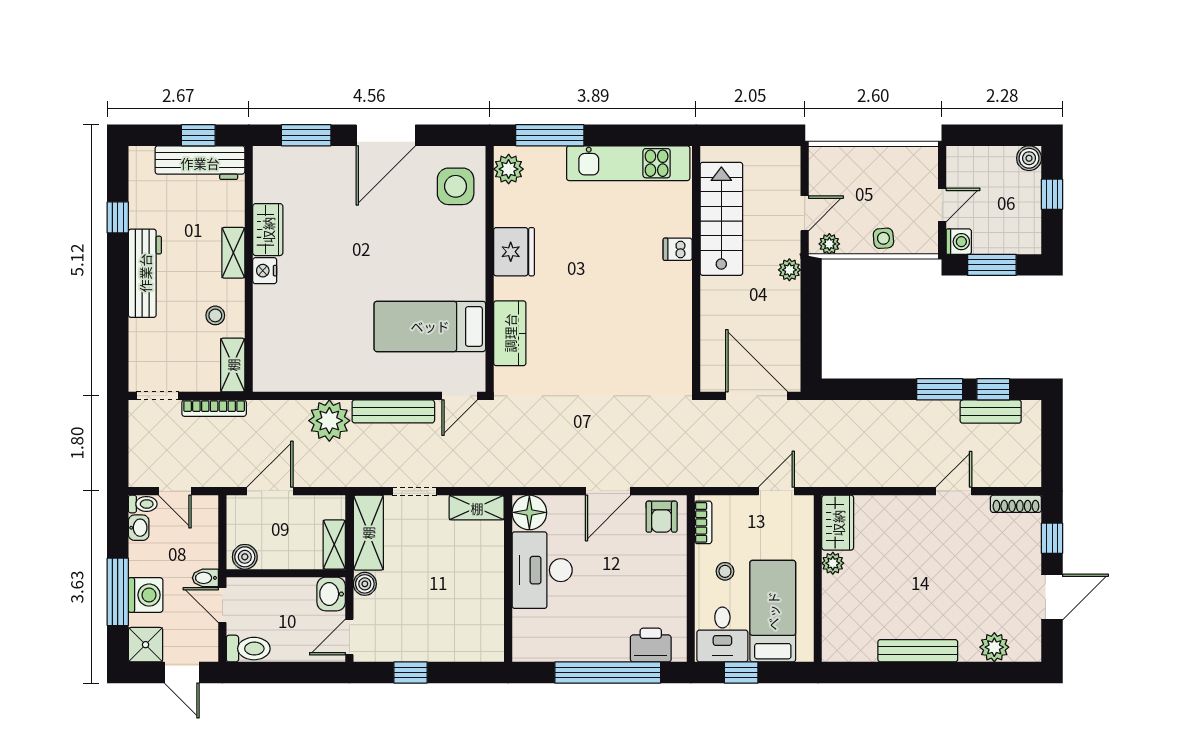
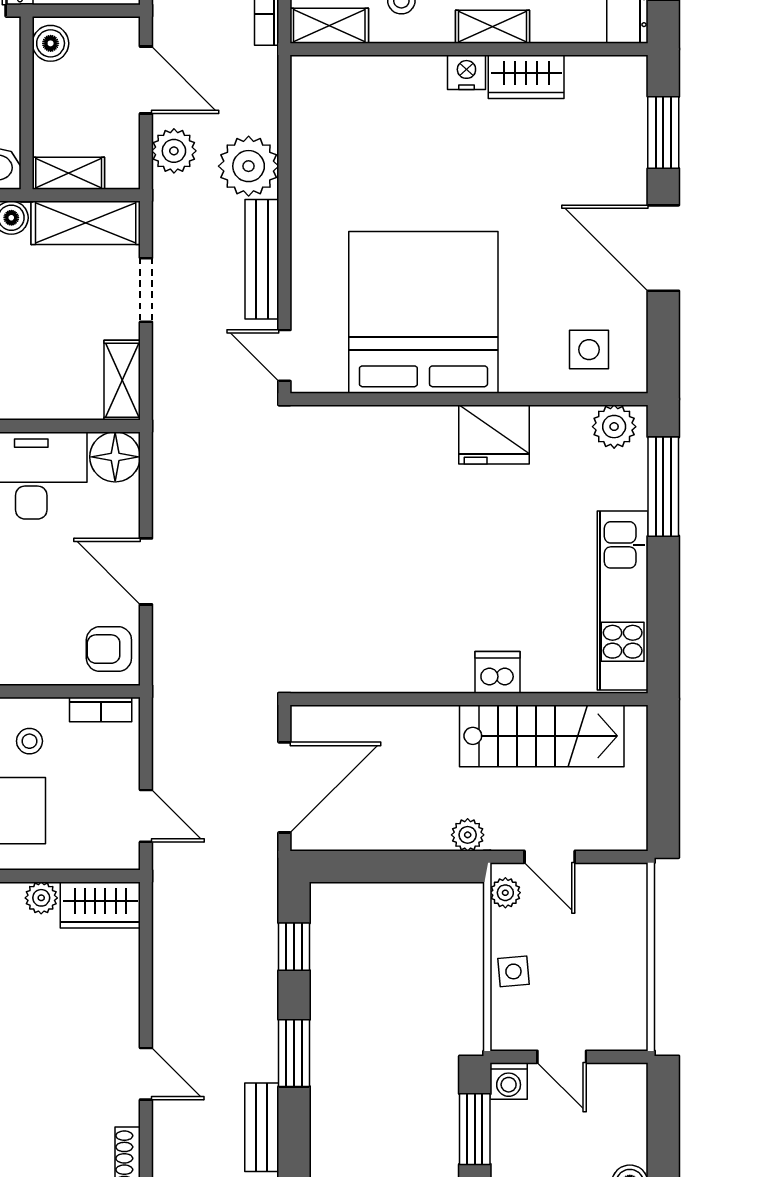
side table: (456, 186) -> (589, 350), width x0.73, depth x0.73
dishwasher: (678, 249) -> (498, 672), width x1.38
bed: (430, 326) -> (423, 312), width x2.04
kitchen counter: (510, 333) -> (375, 428), removed
window: (993, 389) -> (294, 947), moved
plant: (319, 472) -> (174, 151), added

